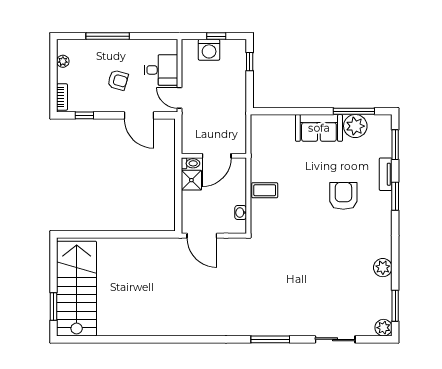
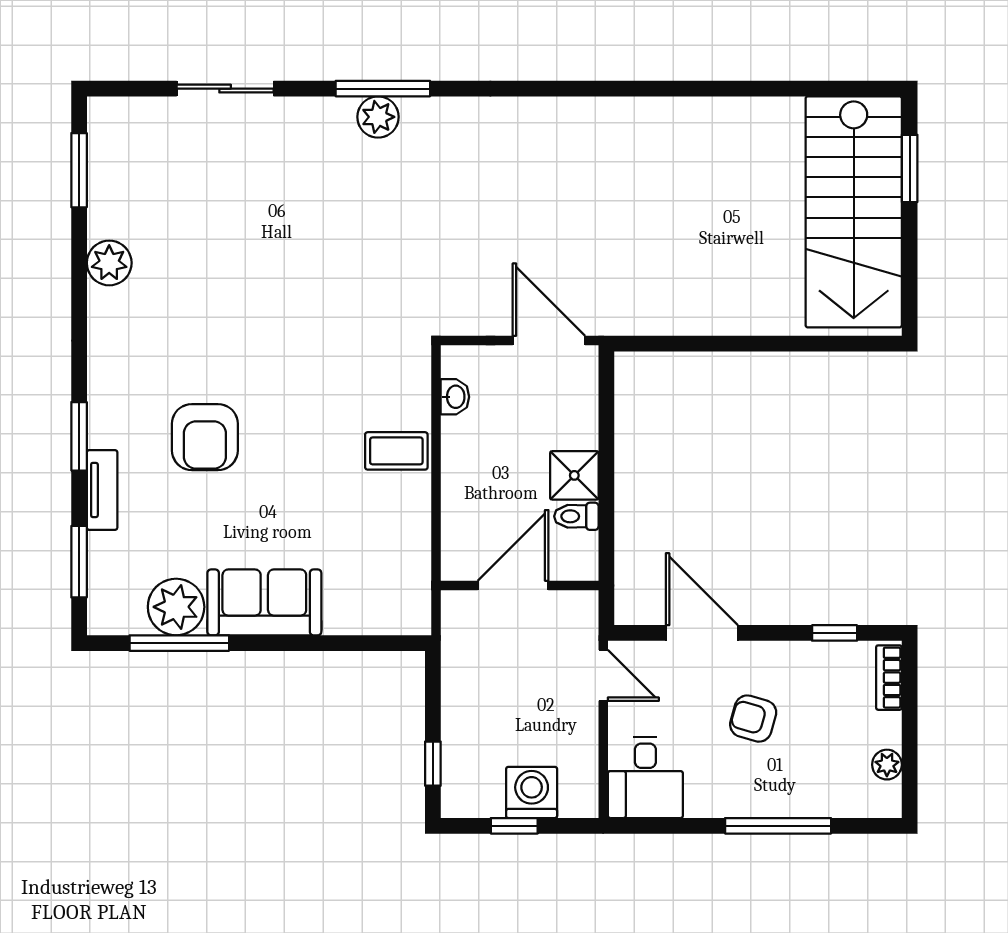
desk: (161, 70) -> (645, 778), moved, turned -90
wall: (214, 156) -> (520, 586), moved
door: (217, 156) -> (513, 586), moved
plant: (384, 328) -> (378, 117), moved

